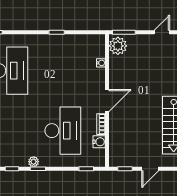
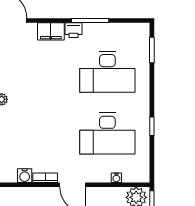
desk: (63, 131) -> (107, 133), moved

